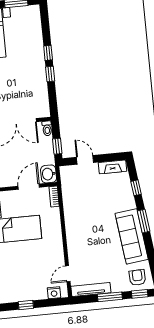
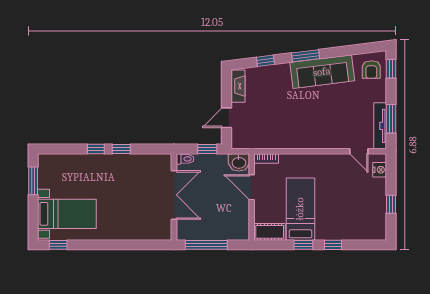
armchair: (137, 277) -> (371, 70), turned -88
window: (110, 297) -> (391, 119), moved

